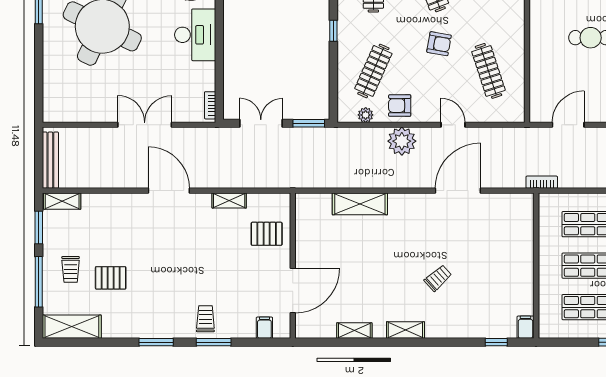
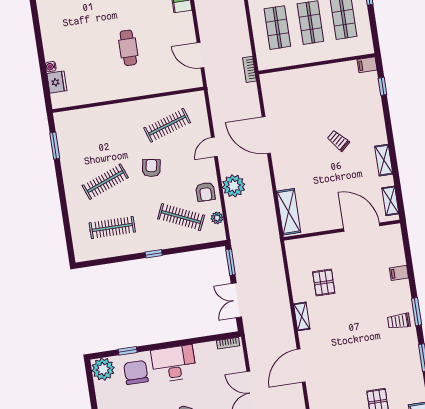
wall: (293, 266) -> (342, 230), moved
door: (293, 291) -> (362, 227), moved

